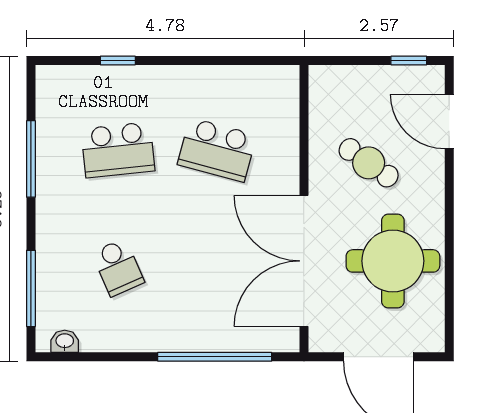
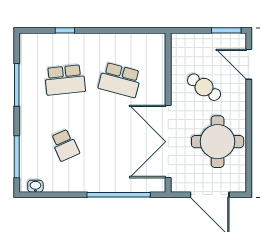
window: (409, 60) -> (226, 30), width x1.50

